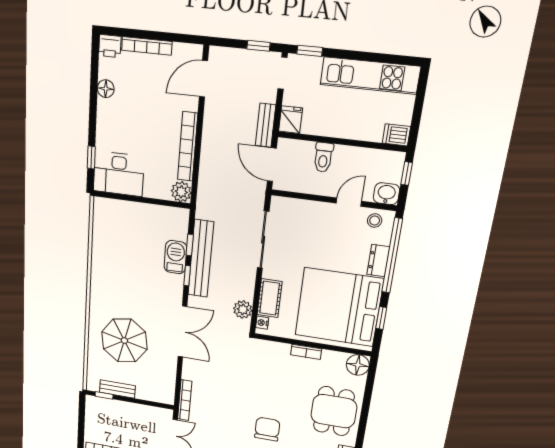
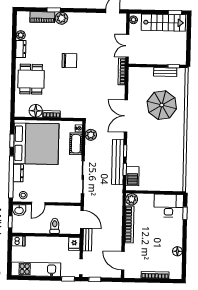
printer: (110, 46) -> (176, 274), removed
door: (204, 79) -> (123, 261), swing flipped
barbecue: (175, 257) -> (132, 176), moved
floor lamp: (358, 365) -> (36, 111), moved
chair: (267, 429) -> (69, 61), turned -90

